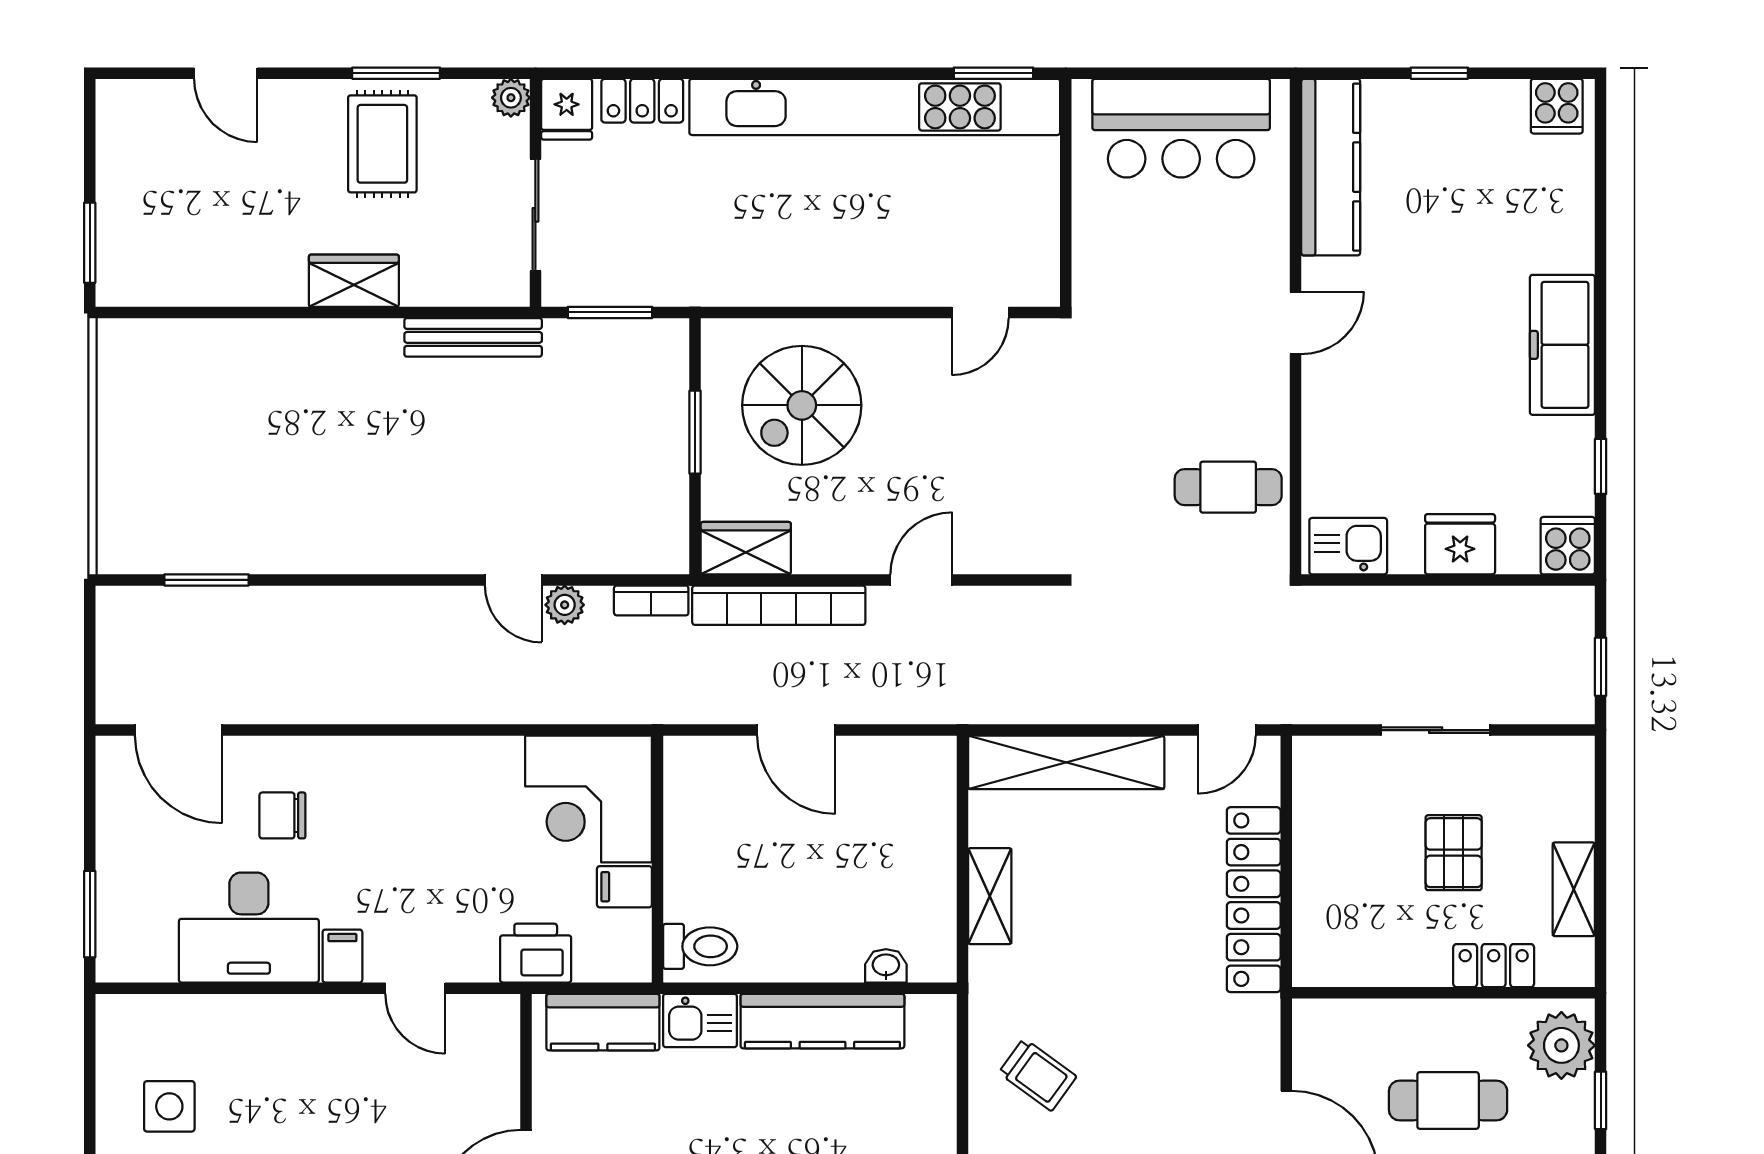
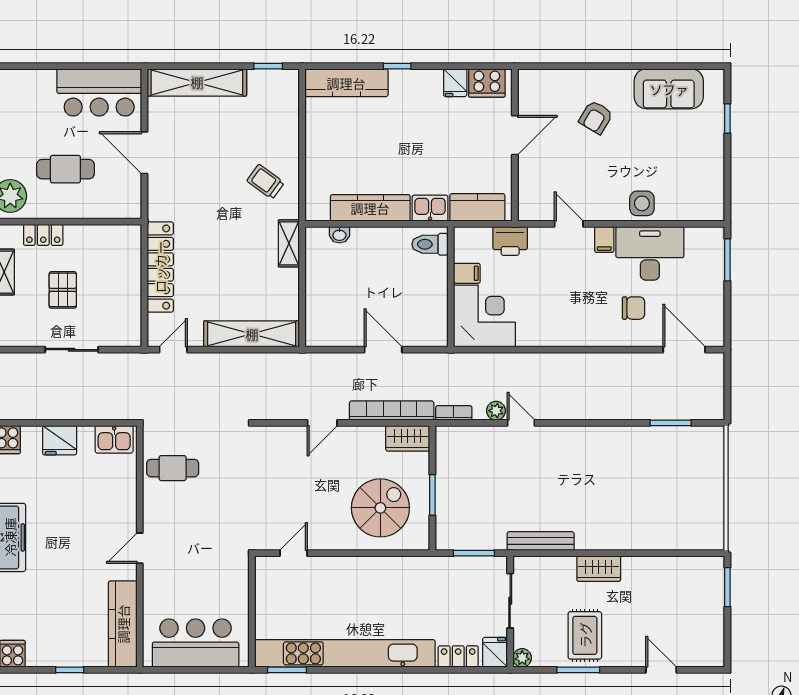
shelving: (990, 896) -> (289, 243), moved
side table: (169, 1106) -> (642, 203), moved

